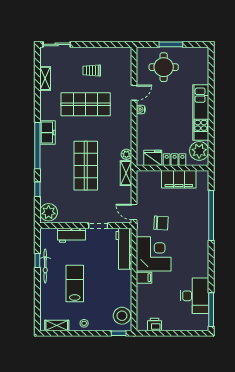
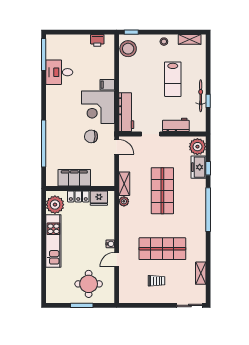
freezer: (48, 133) -> (198, 167), moved
desk: (195, 296) -> (59, 72), width x0.73

